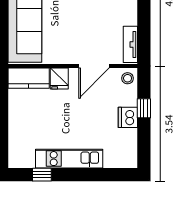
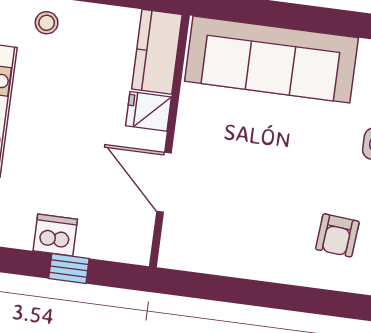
tv unit: (130, 44) -> (197, 259), removed
stool: (128, 78) -> (47, 23), moved

